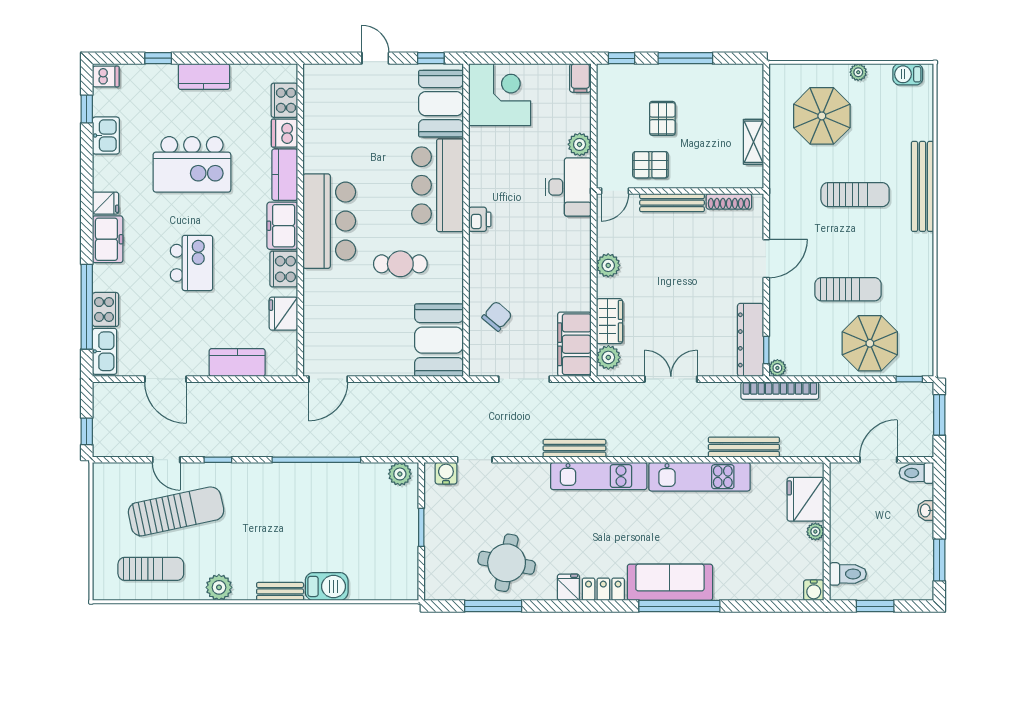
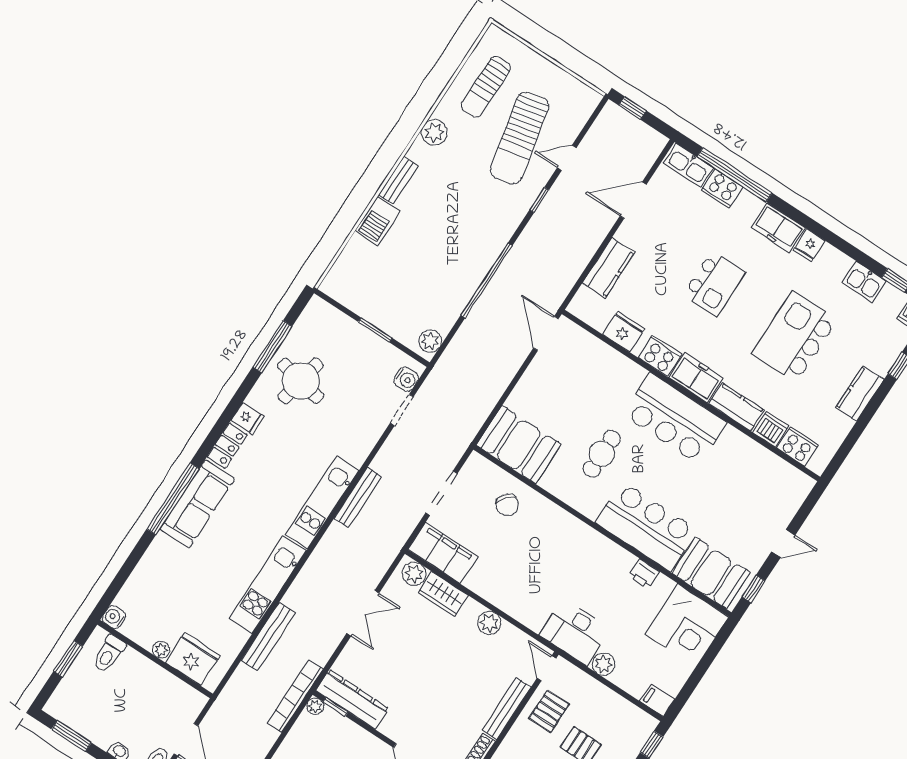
printer: (480, 219) -> (644, 574), moved
kitchen island: (191, 263) -> (714, 284), turned -90

